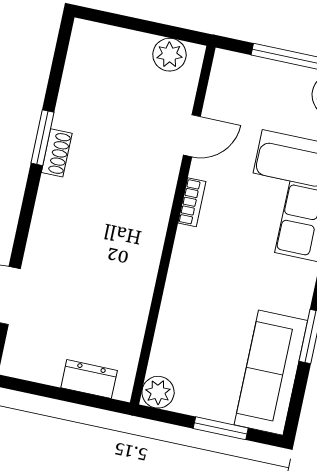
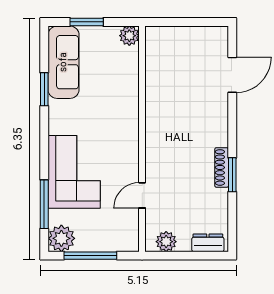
shoe rack: (57, 153) -> (222, 167), width x1.43
bookcase: (192, 202) -> (133, 155), removed
dresser: (89, 379) -> (208, 243), moved, turned 180

